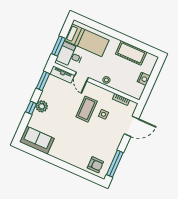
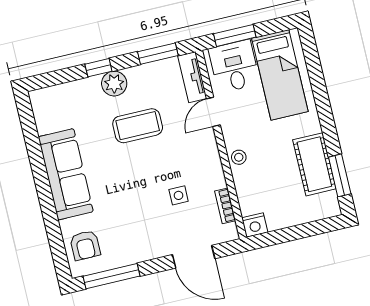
window: (143, 46) -> (340, 175), added
nightstand: (144, 79) -> (255, 225), moved
coffee table: (87, 109) -> (138, 126), moved
sofa: (37, 140) -> (66, 174), moved, width x1.36

